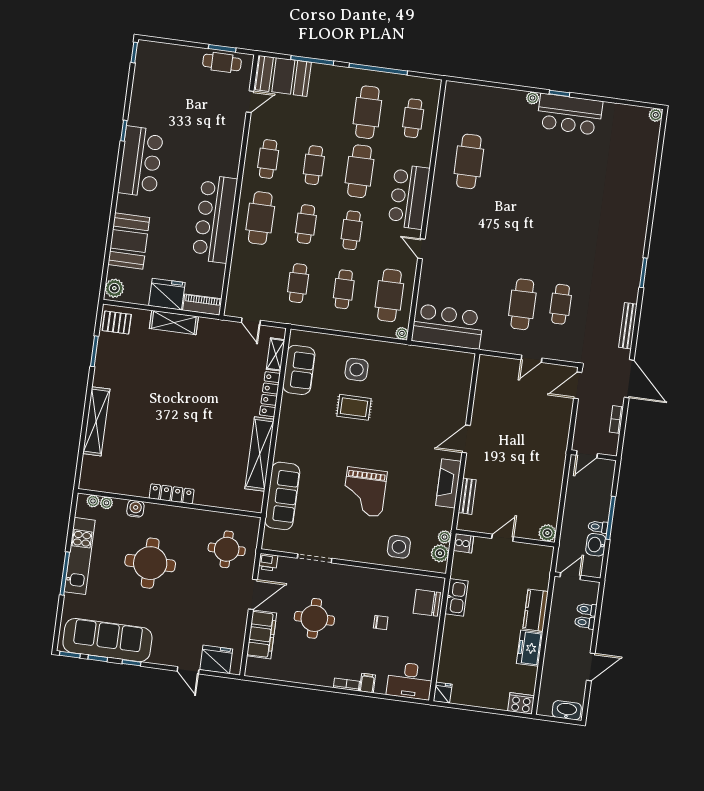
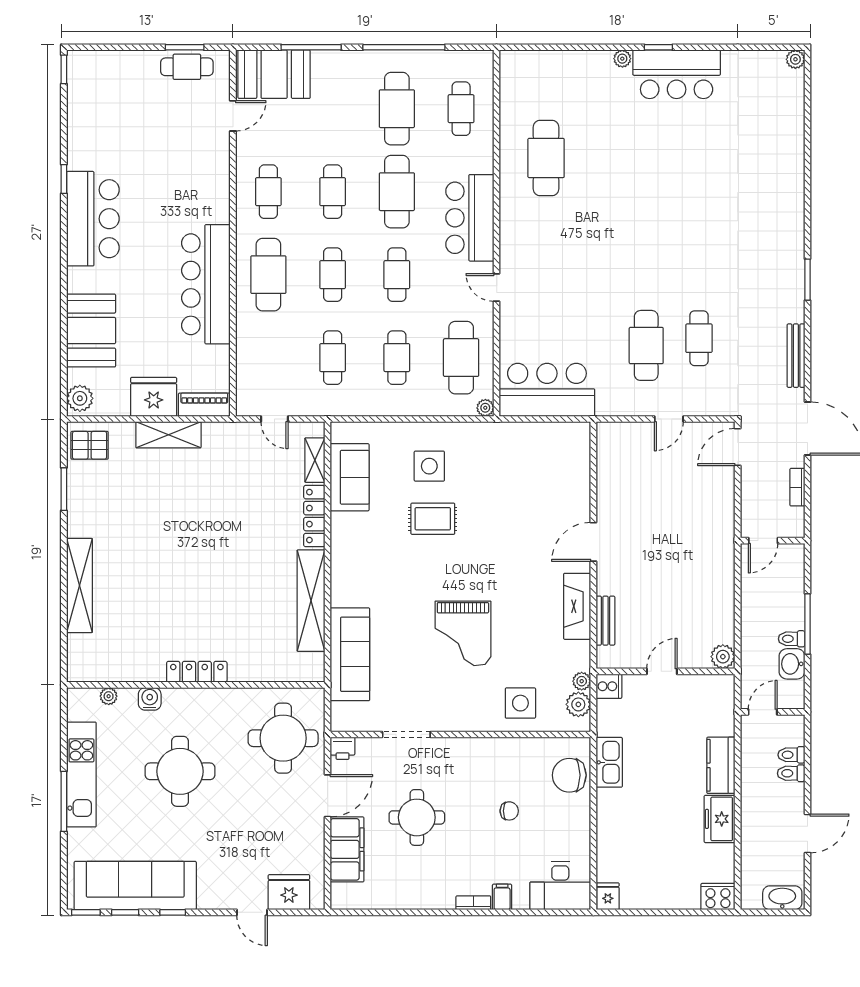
plant: (93, 501) -> (90, 696), removed
round table: (227, 549) -> (283, 738), width x1.36, depth x1.36

